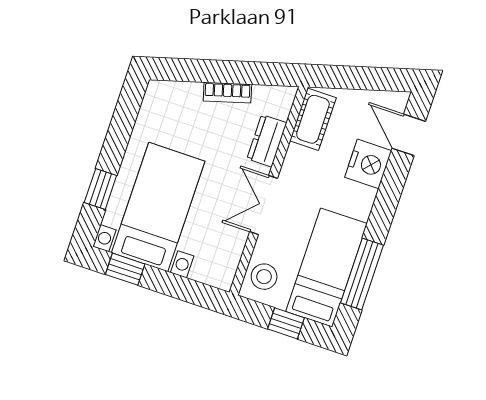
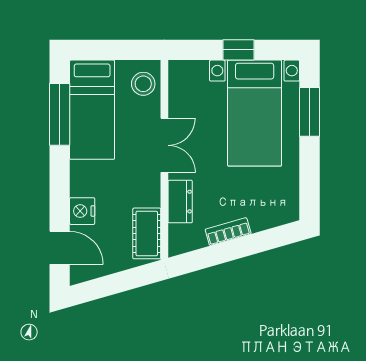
nightstand: (368, 164) -> (82, 211), width x0.74, depth x0.75
window: (100, 189) -> (310, 112), width x1.50
window: (125, 269) -> (239, 50), moved
window: (286, 323) -> (111, 50), removed

